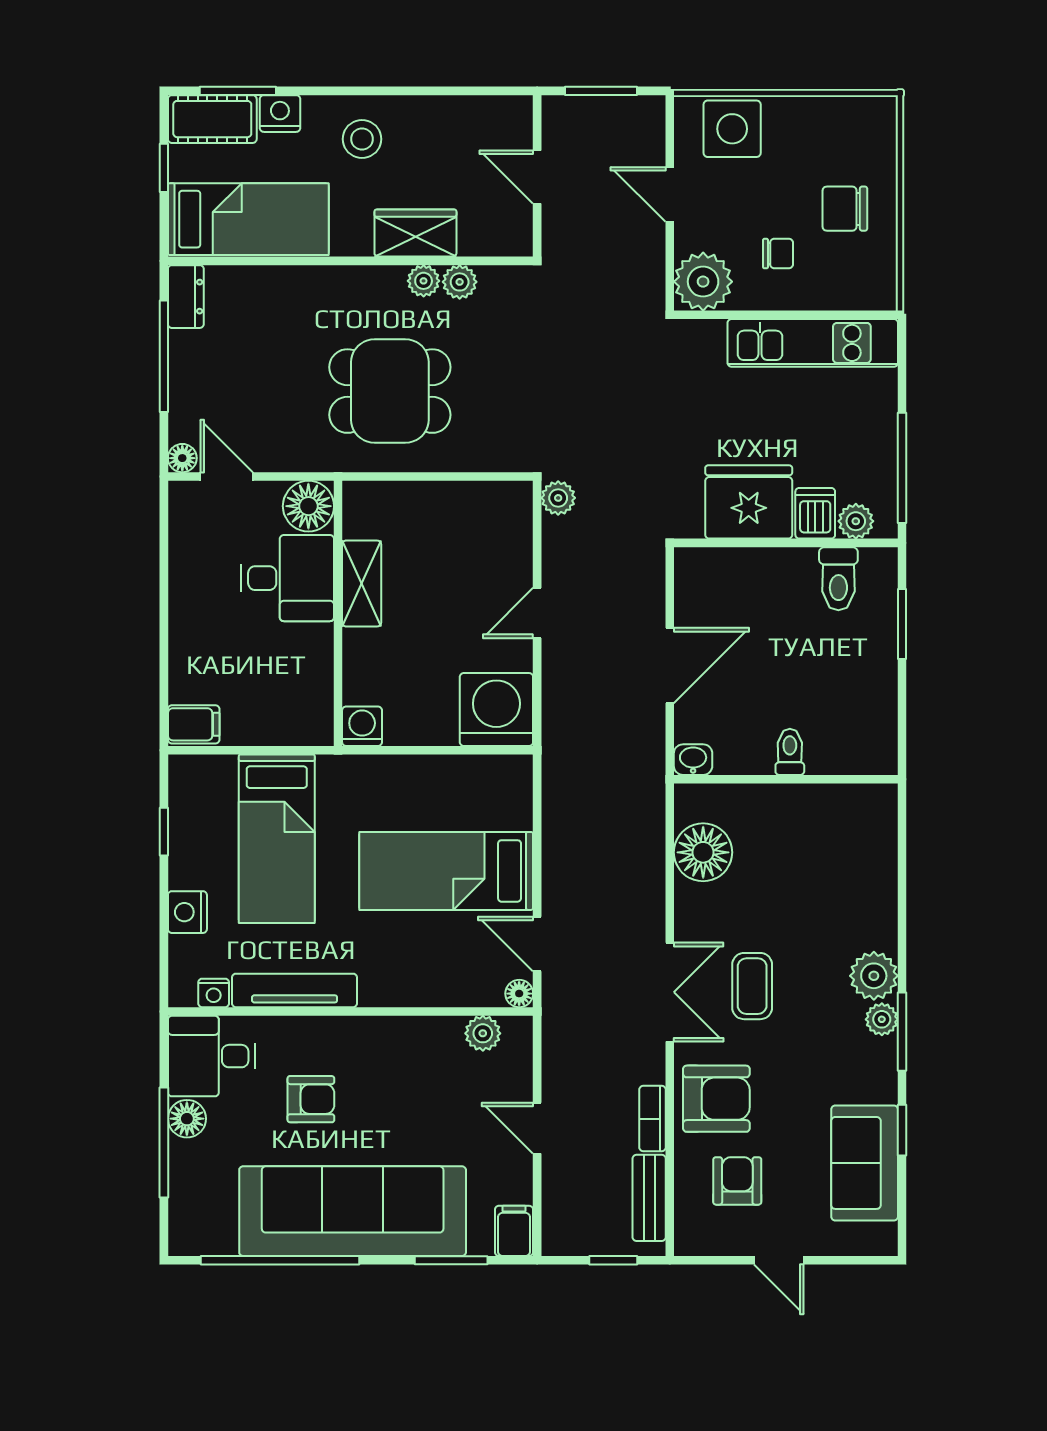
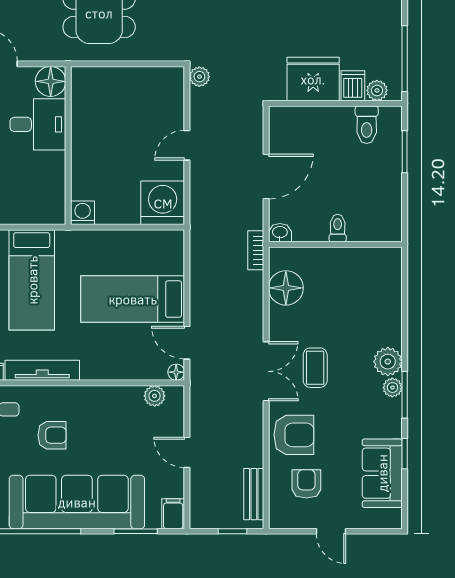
shelving: (362, 583) -> (82, 128), removed
bookcase: (653, 1119) -> (256, 250), moved

